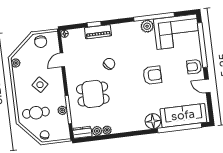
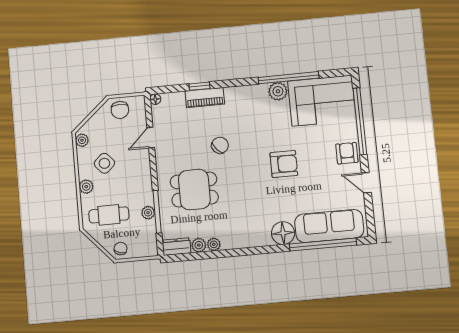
armchair: (194, 67) -> (347, 153), turned 90
side table: (40, 85) -> (104, 163), moved
plant: (20, 94) -> (86, 187), added

